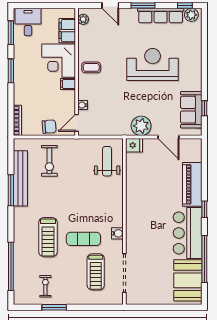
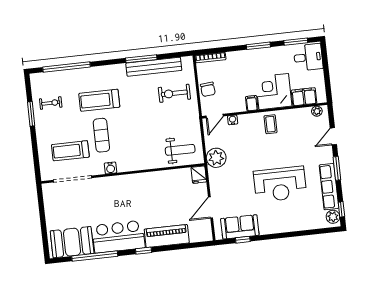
reception desk: (153, 64) -> (280, 184), turned 90
door: (77, 123) -> (215, 116), swing flipped
plant: (141, 126) -> (216, 158), moved

